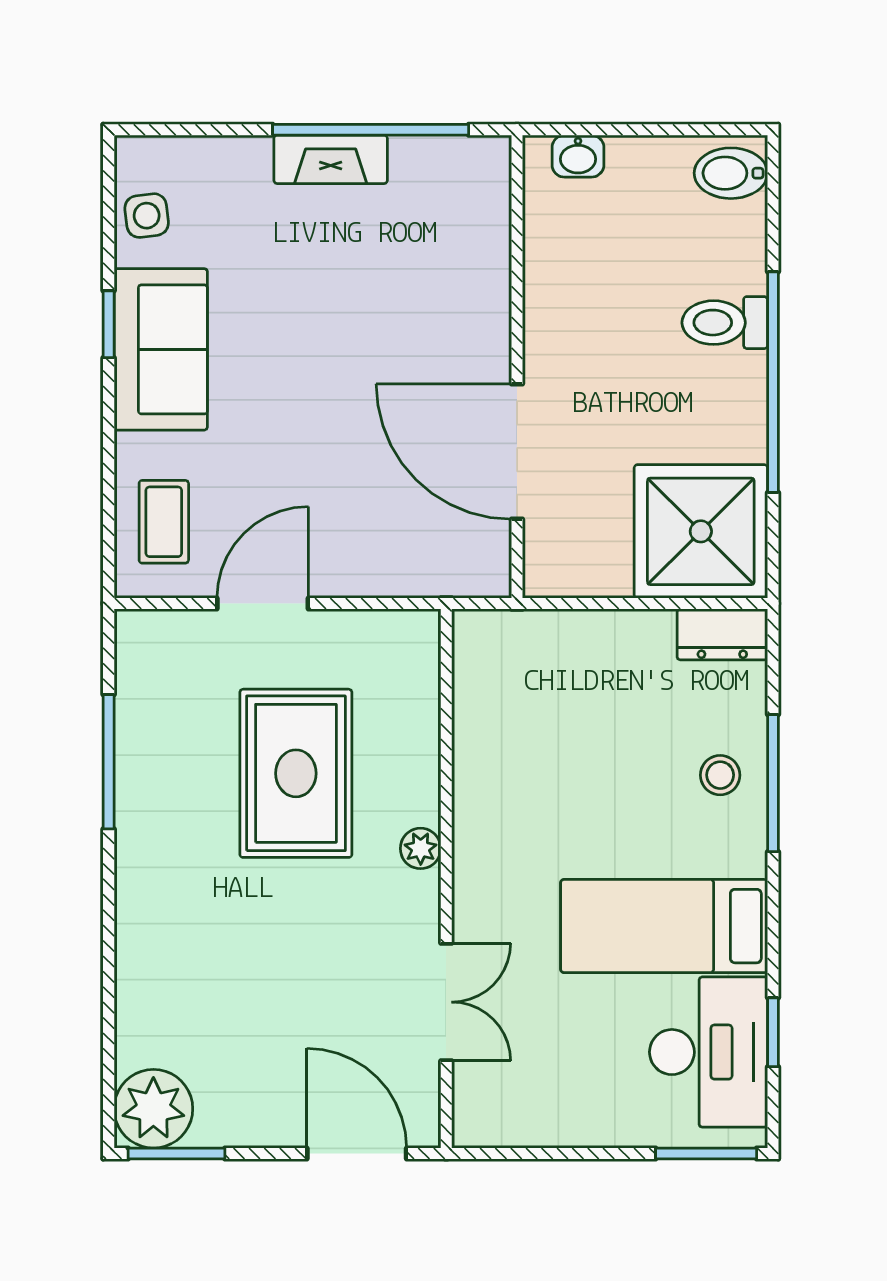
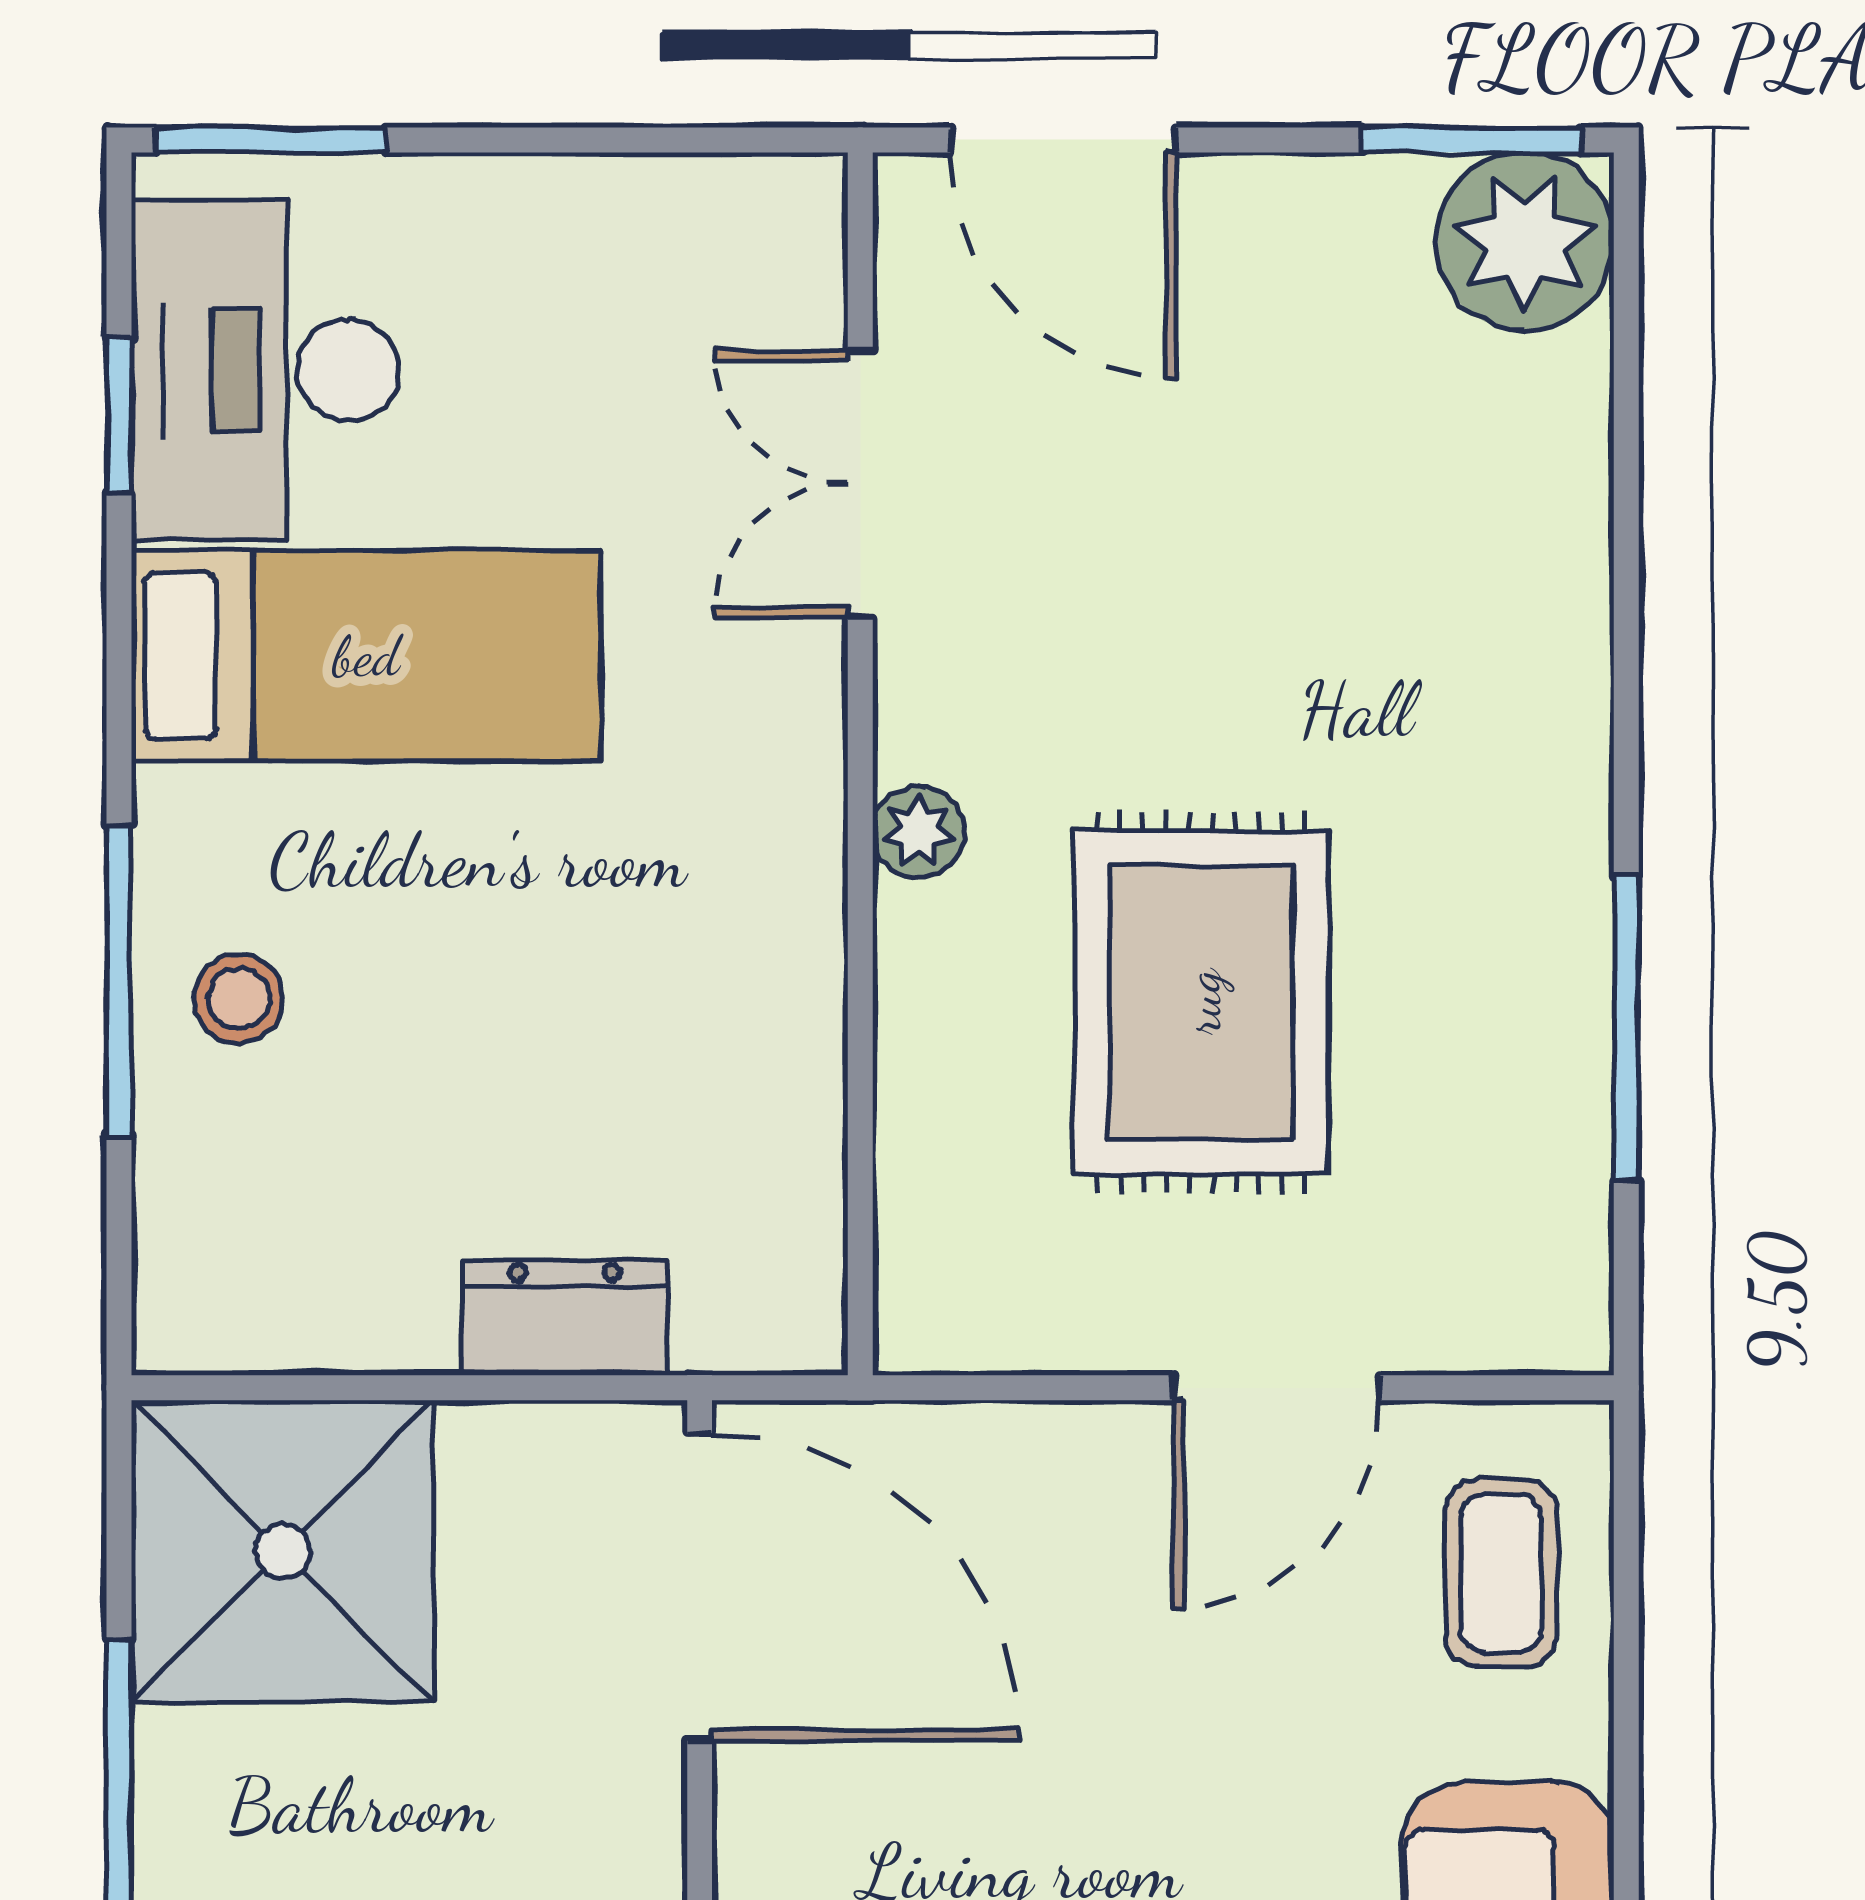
door: (517, 452) -> (700, 1587), moved
dresser: (722, 634) -> (565, 1318), moved

